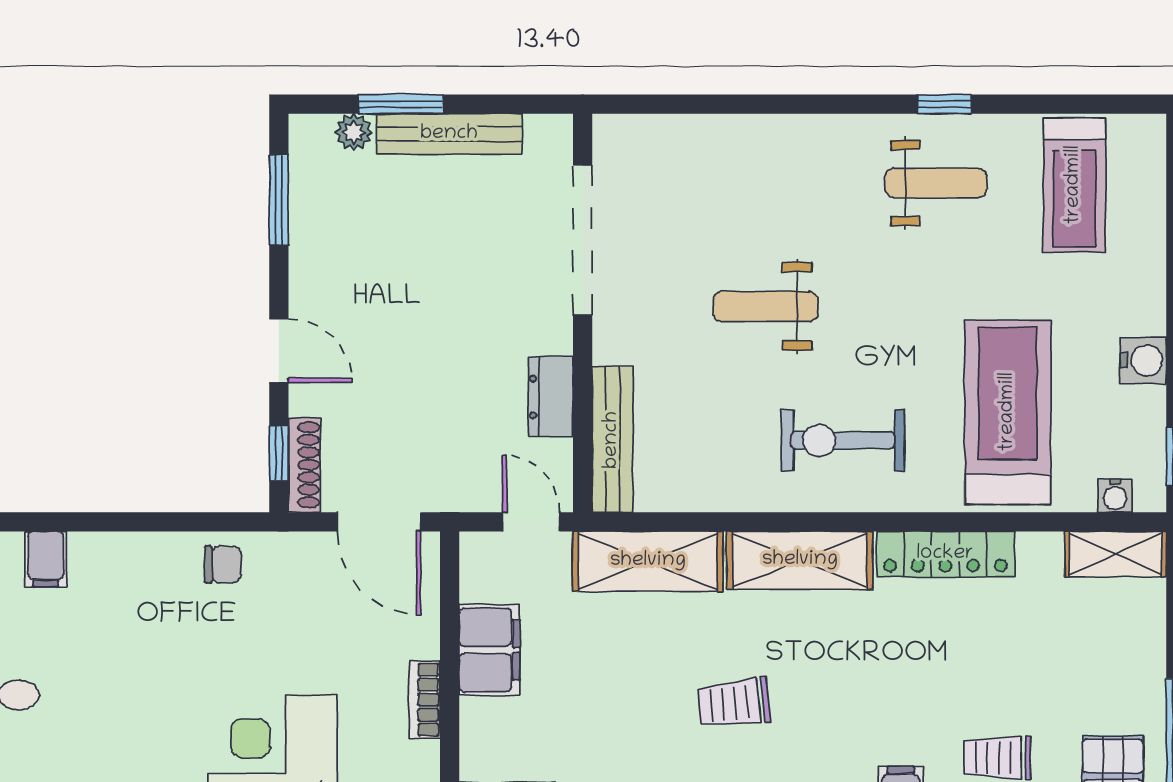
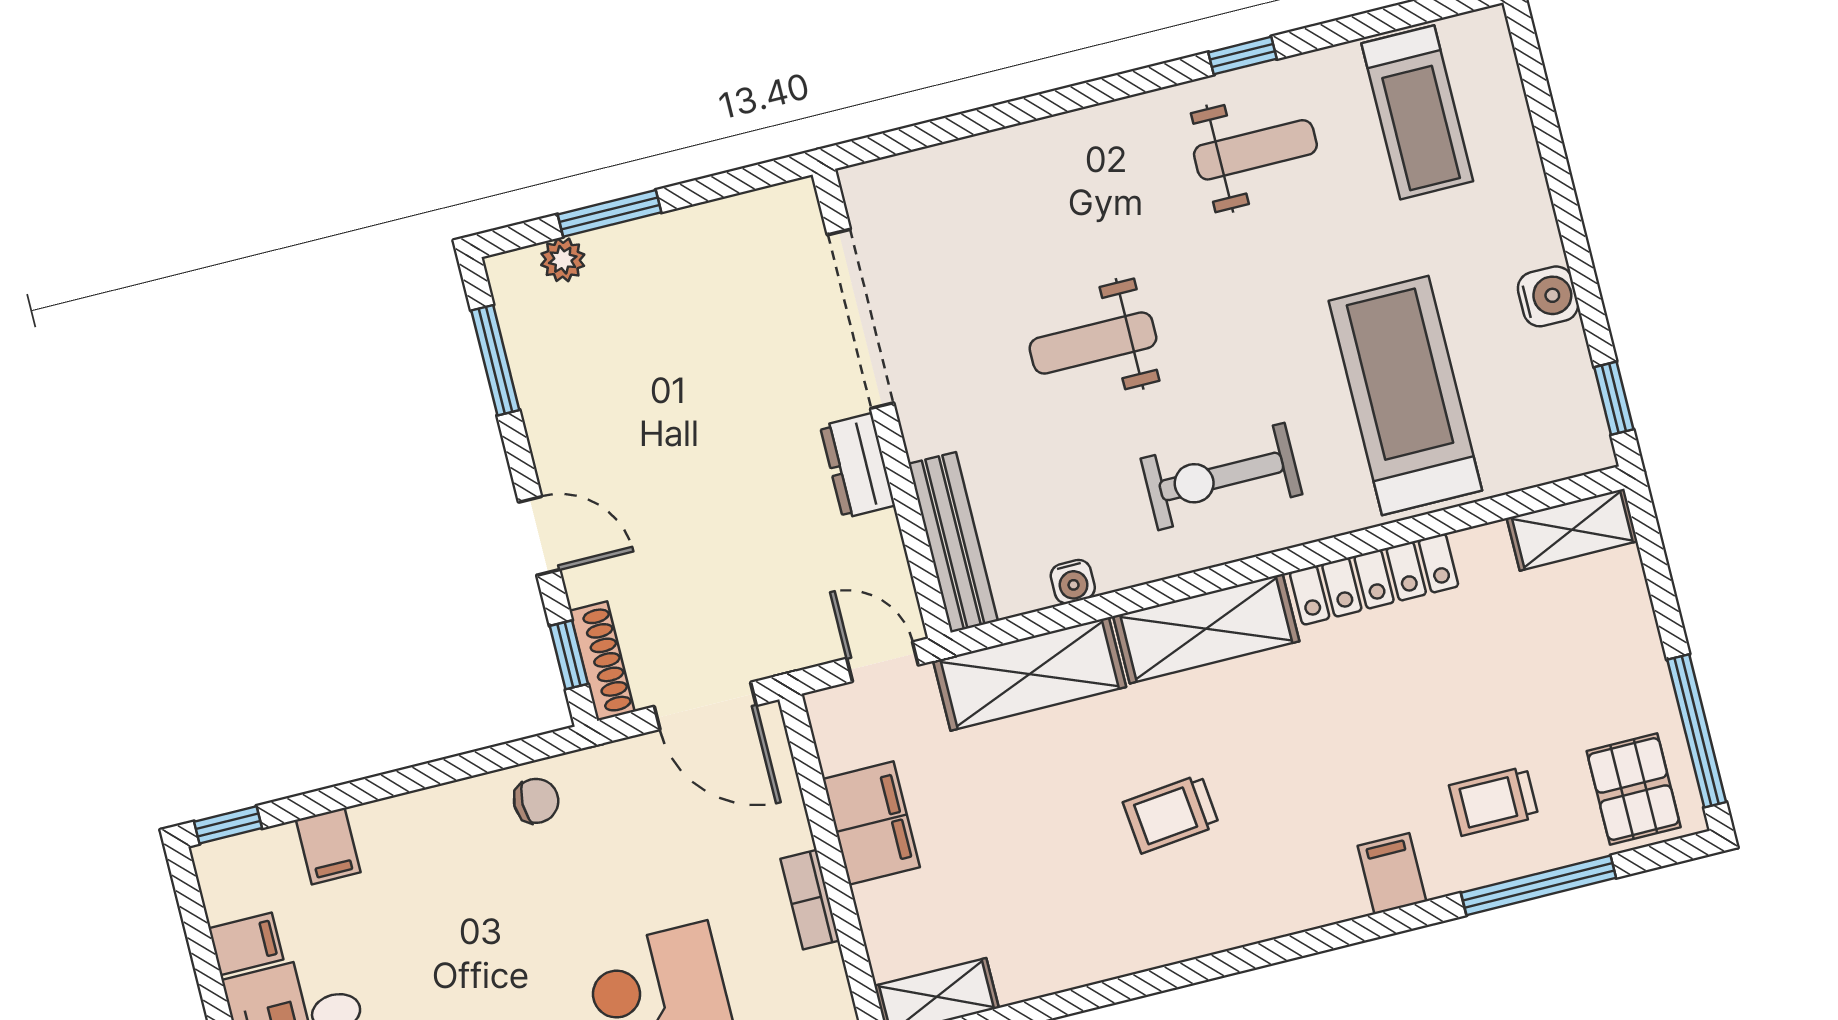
bench: (449, 134) -> (674, 234), removed
dresser: (551, 397) -> (858, 466), moved
water cooler: (1115, 495) -> (1073, 582), moved

